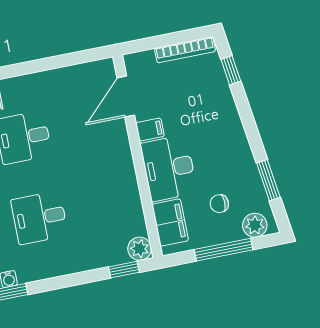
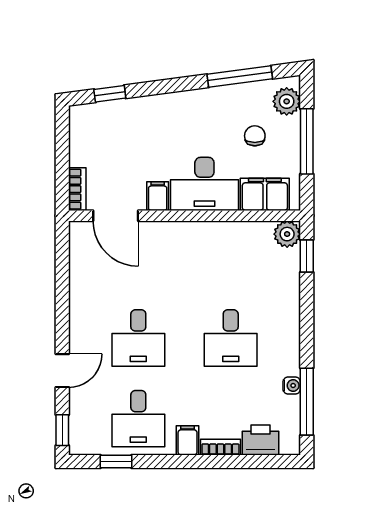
bookcase: (185, 50) -> (77, 189), moved, width x0.64
window: (268, 180) -> (240, 76), width x1.44
chair: (219, 204) -> (255, 136), turned 180

